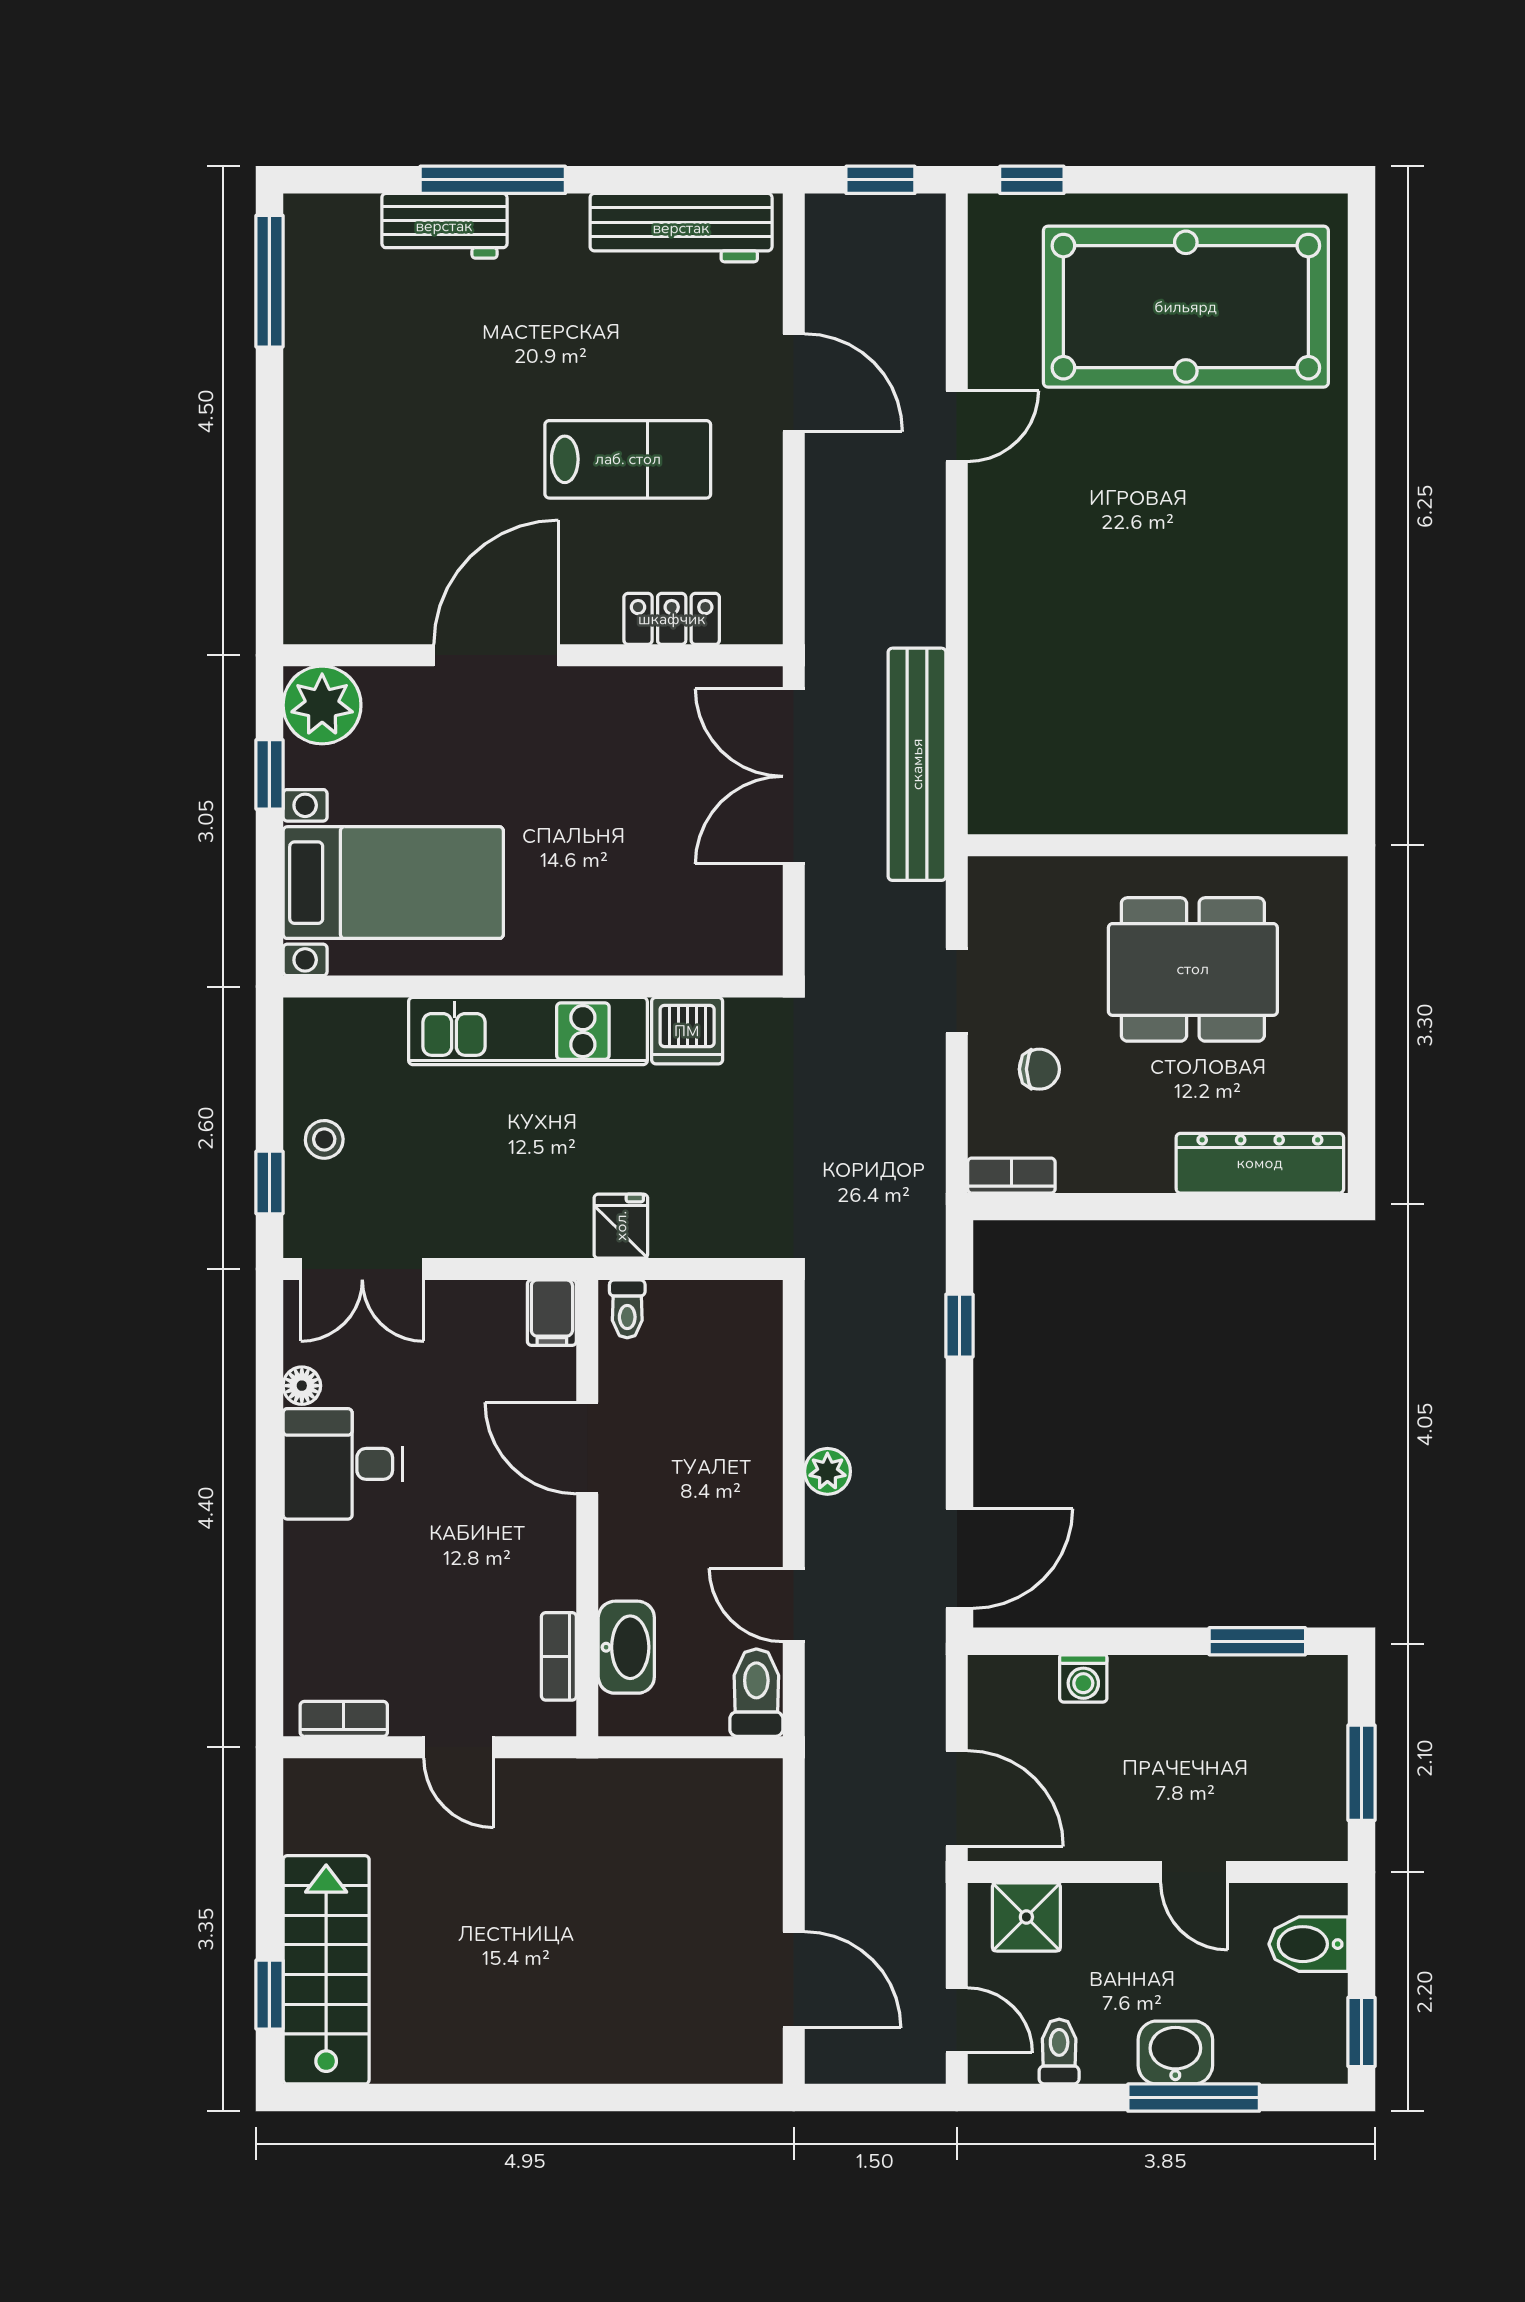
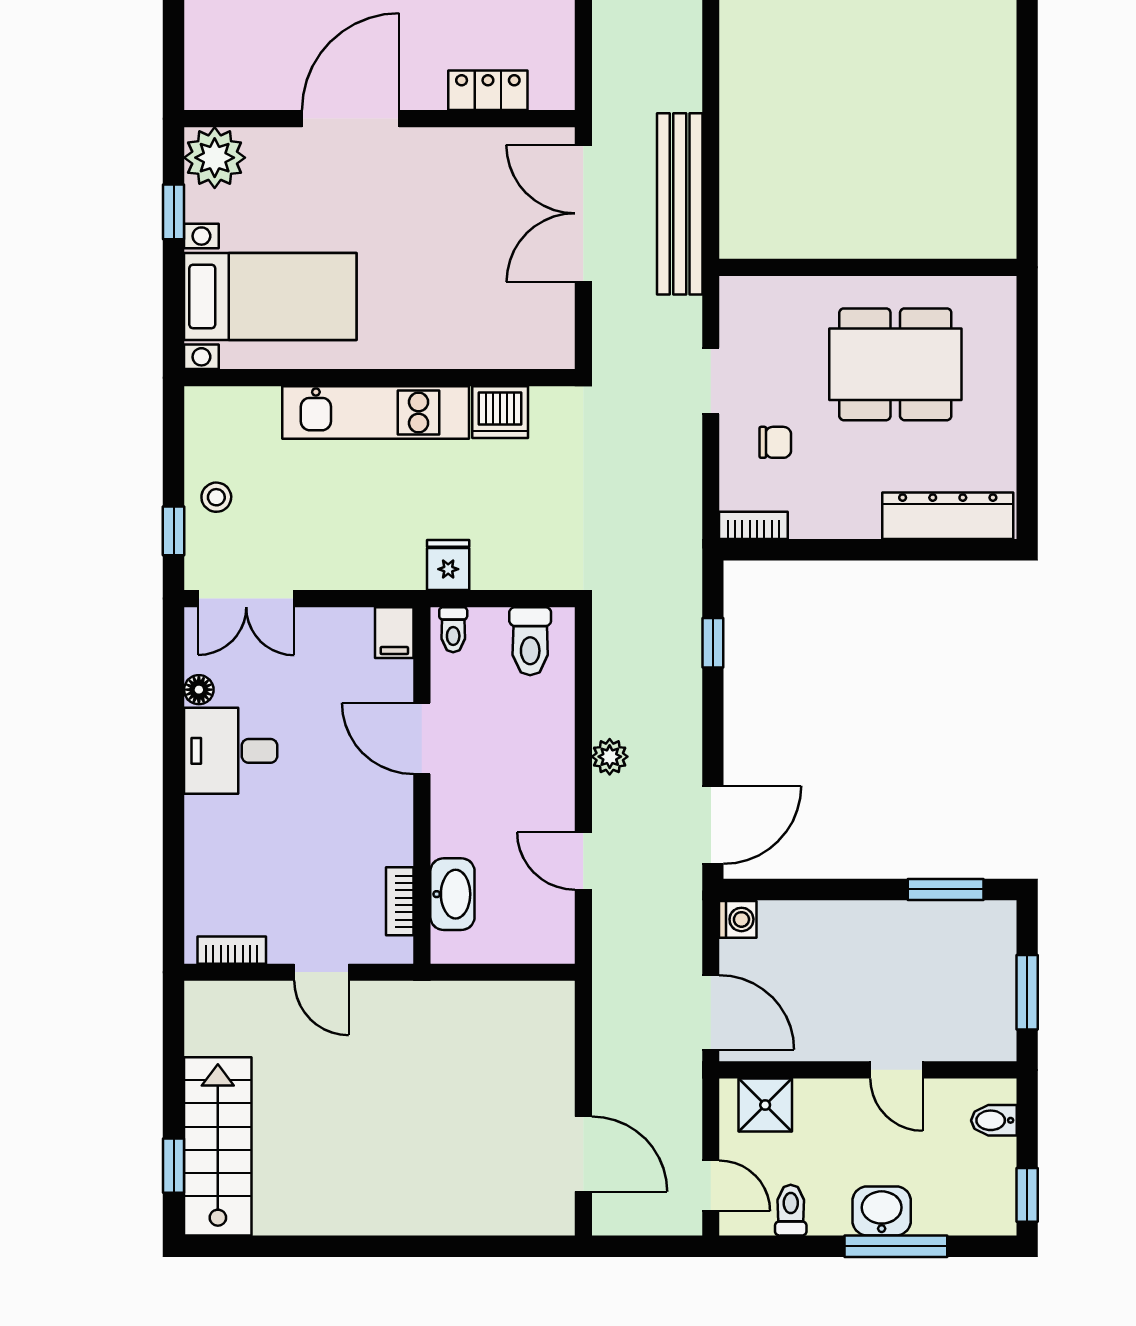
washing machine: (1083, 1678) -> (738, 919), moved, turned -90
toilet: (756, 1693) -> (530, 641), moved, turned 180
bidet: (1308, 1944) -> (994, 1120), width x0.72, depth x0.74

